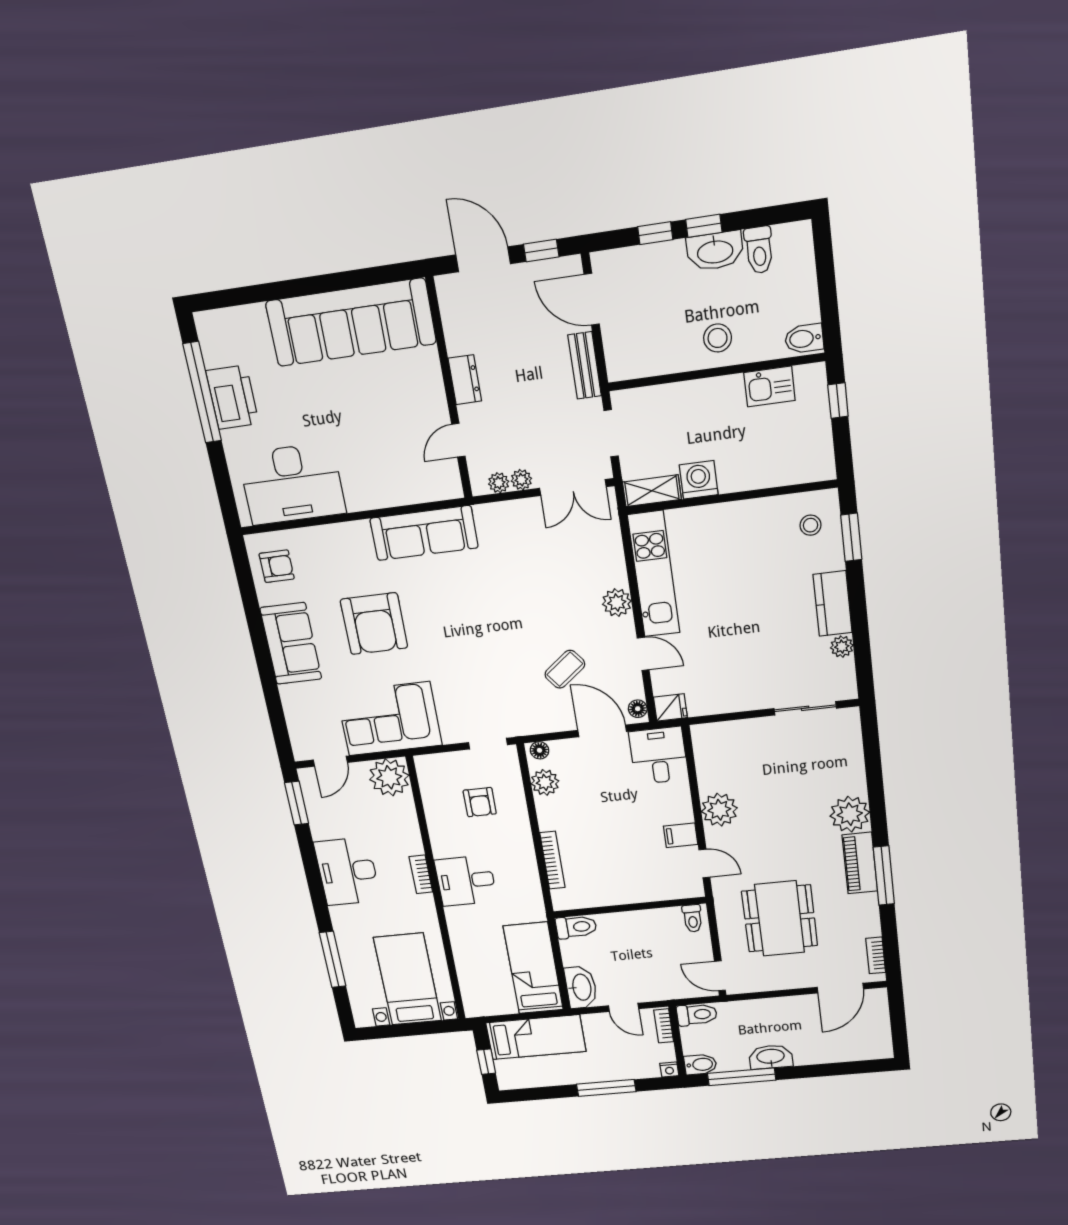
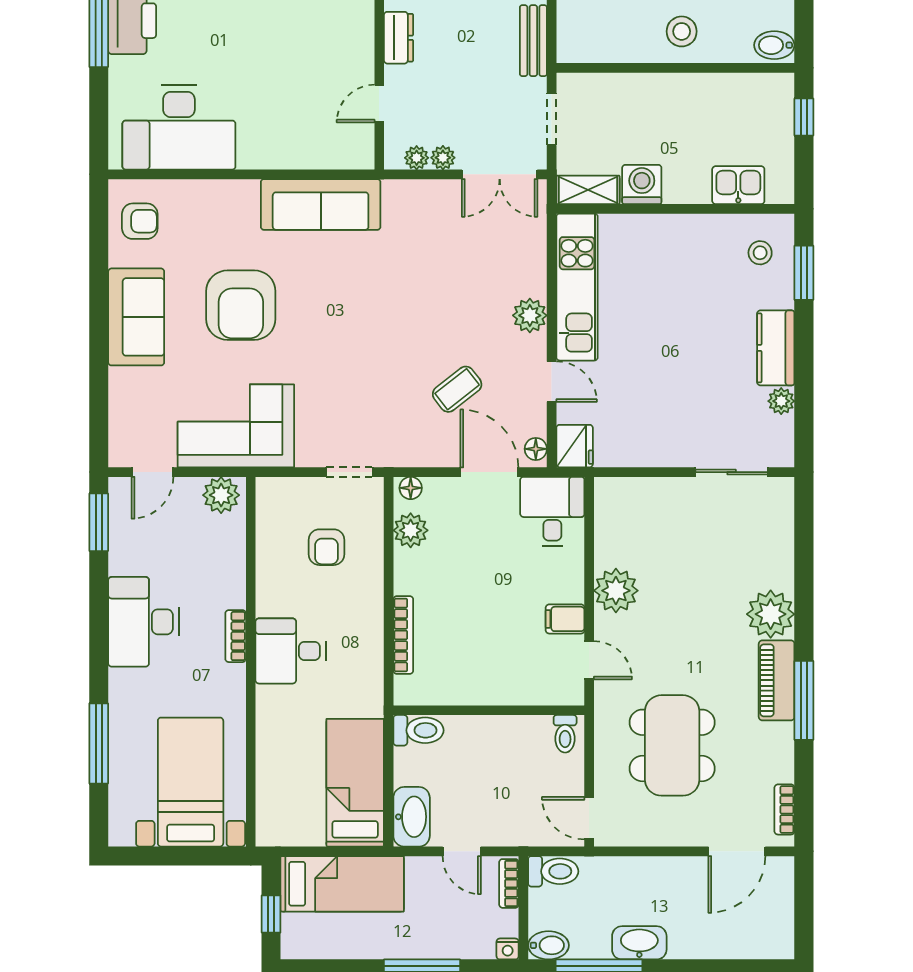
kitchen sink: (770, 386) -> (738, 185), moved, turned 180
fridge: (670, 707) -> (575, 446), width x1.38
plant: (389, 777) -> (221, 495), width x0.73, depth x0.73

